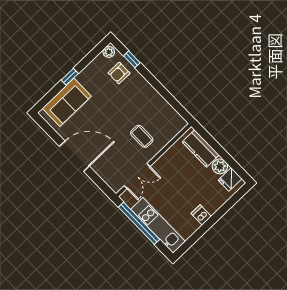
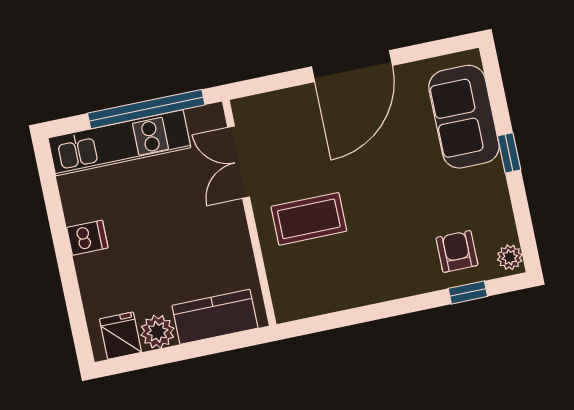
coffee table: (142, 136) -> (309, 219), width x1.36, depth x1.30

